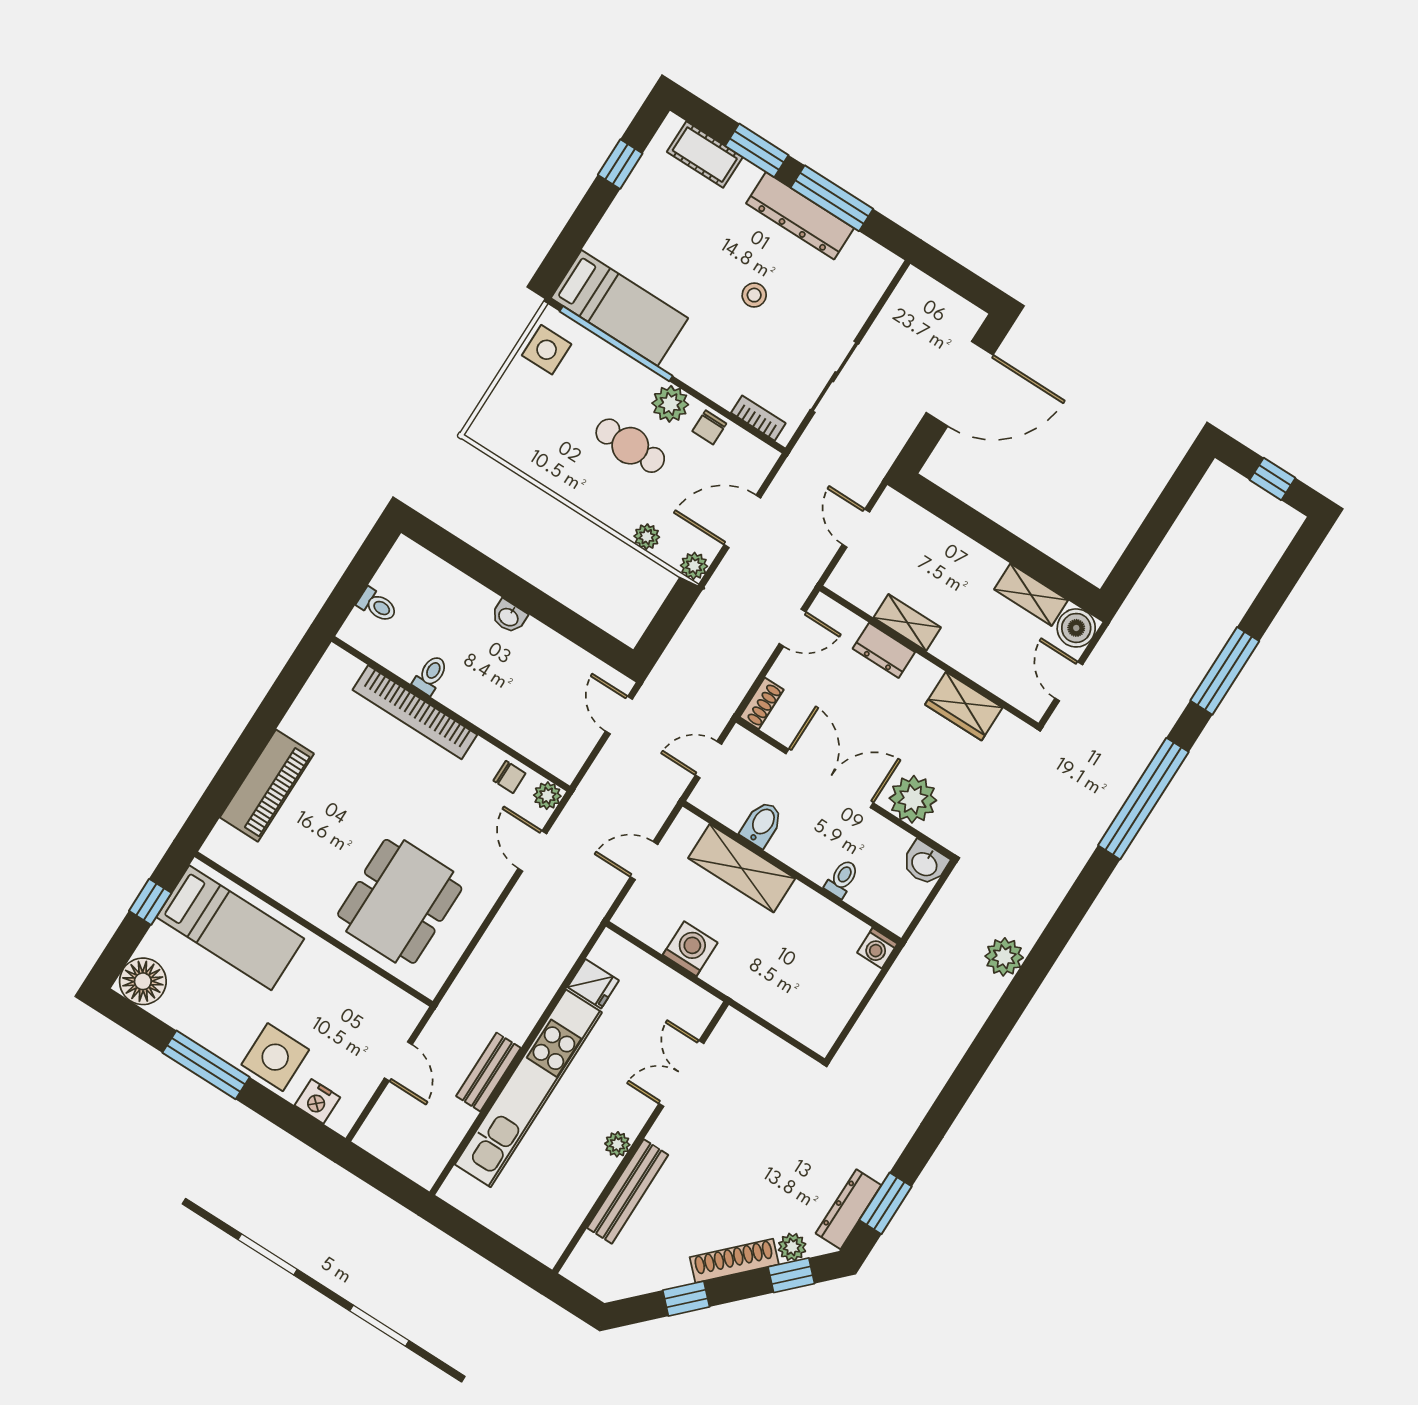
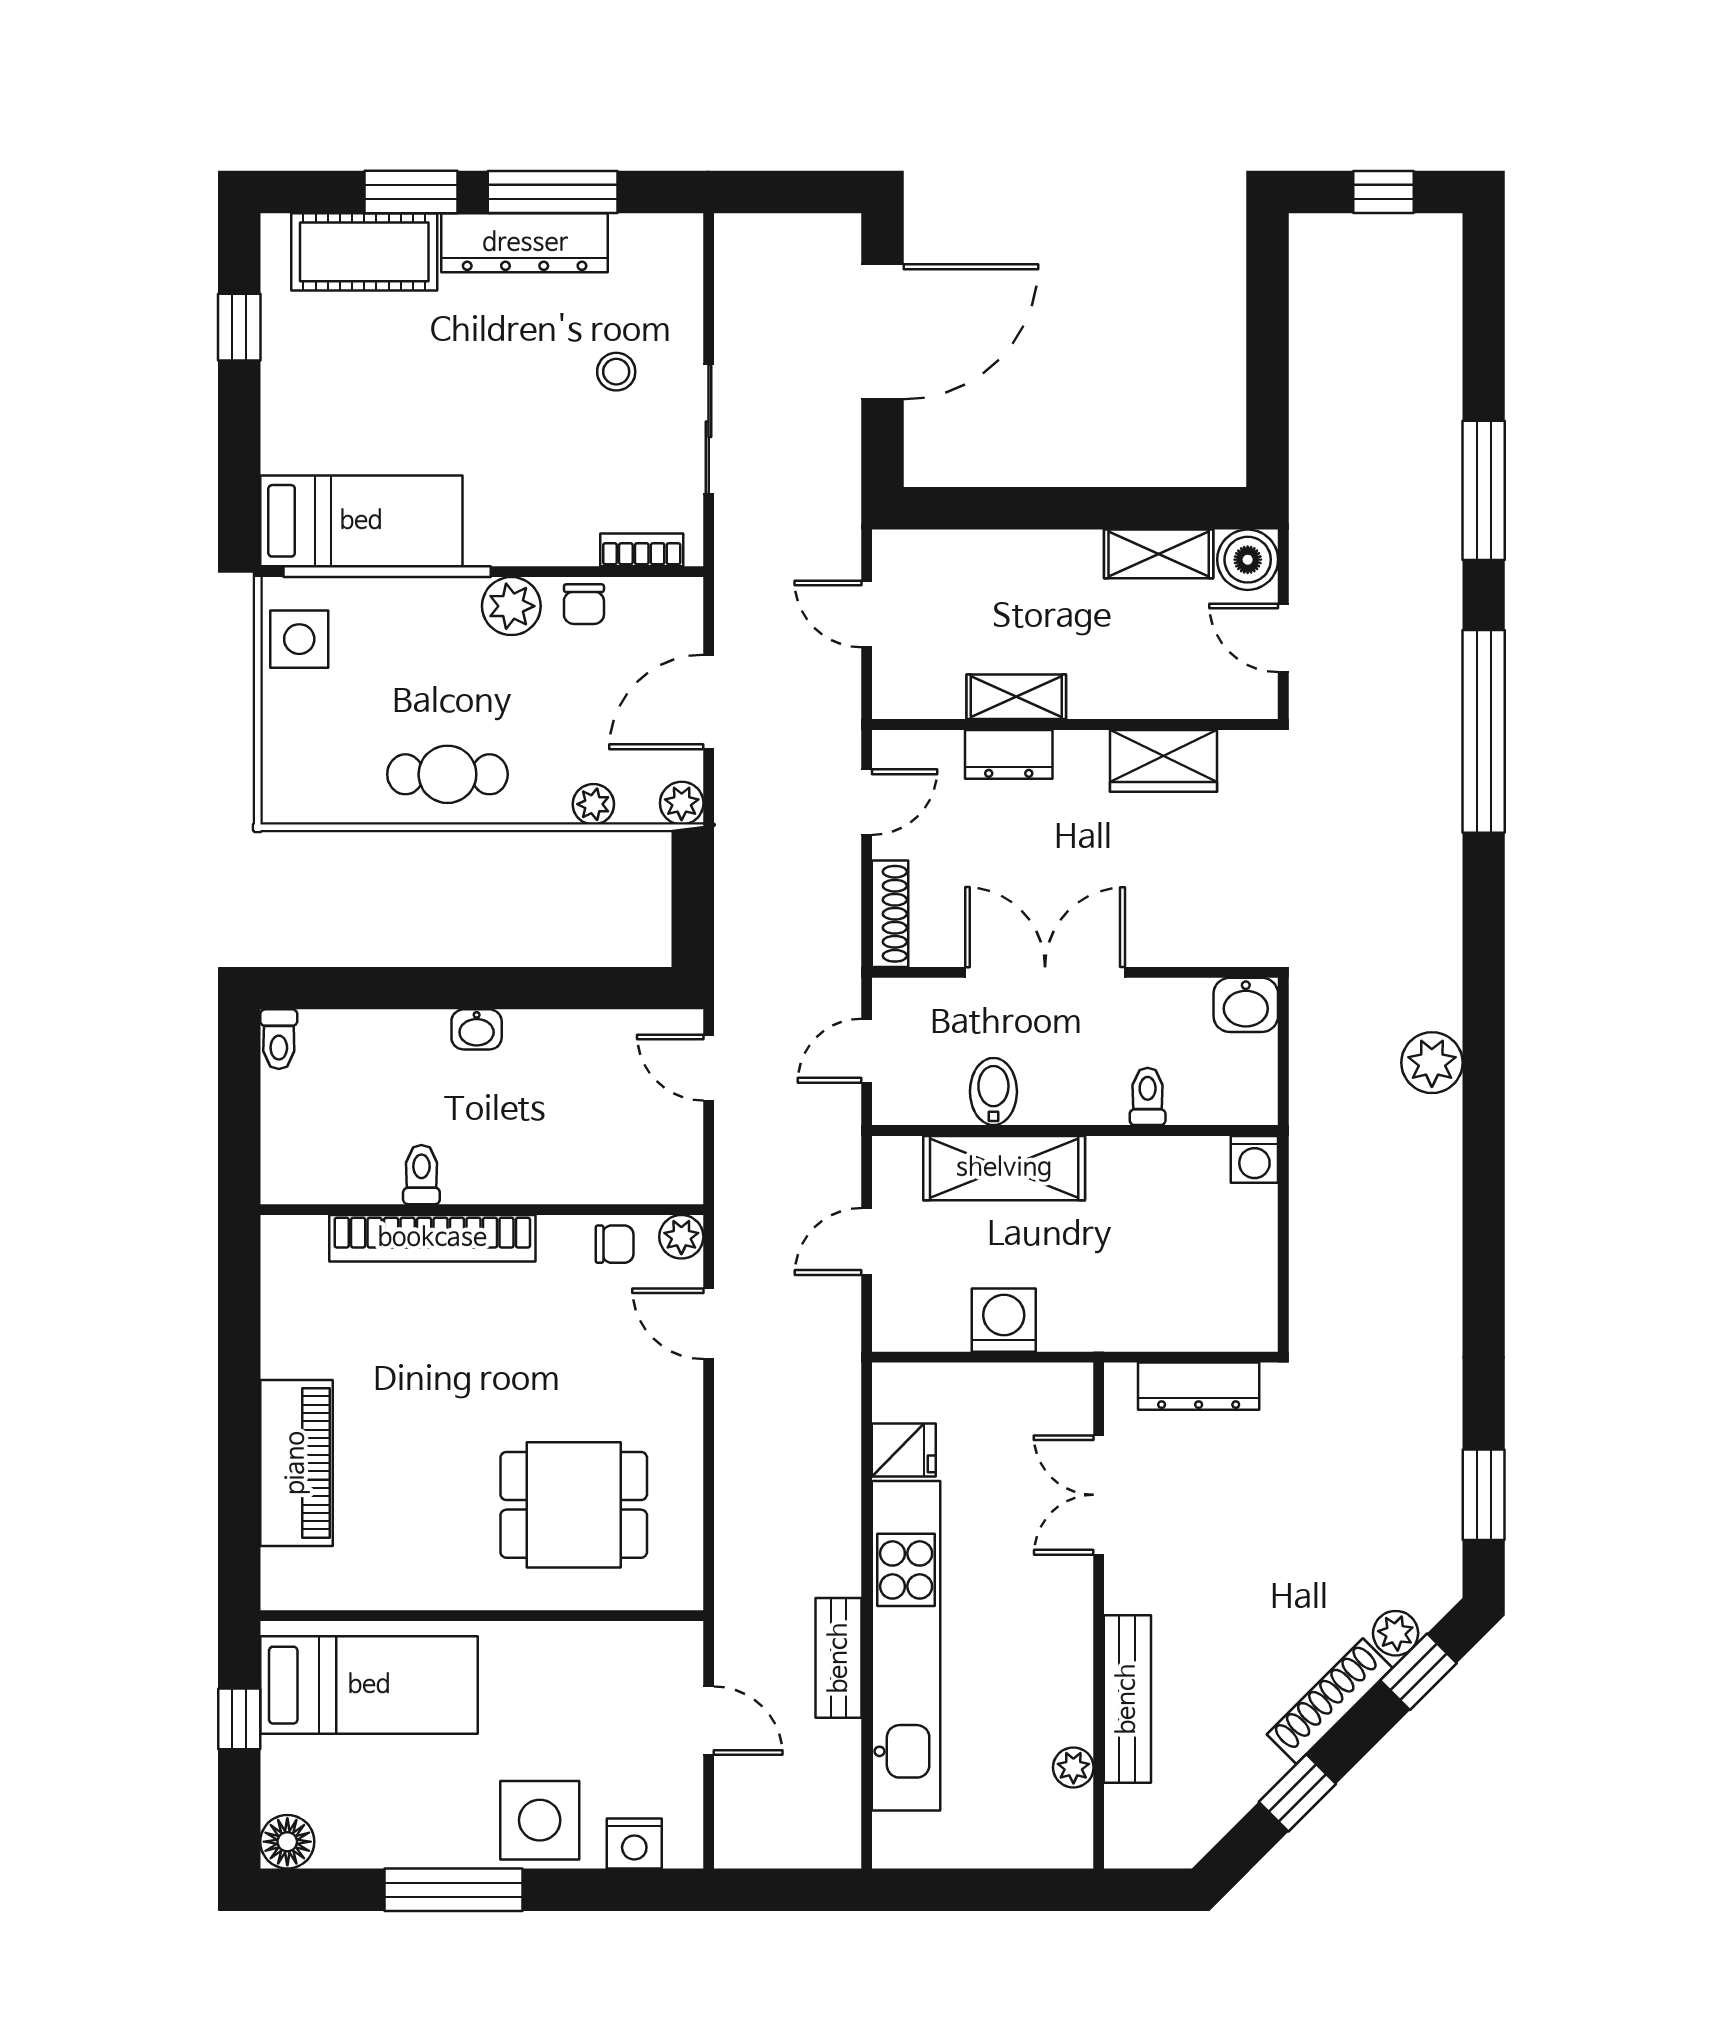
cot: (705, 155) -> (364, 252), width x1.37, depth x1.34
stool: (754, 295) -> (616, 372), moved
cafe table: (630, 446) -> (447, 774), moved
toilet: (377, 605) -> (279, 1039), moved, turned 90
shoe rack: (762, 703) -> (890, 914), width x1.43
plant: (913, 799) -> (1175, 929), removed
dining table: (400, 901) -> (574, 1505), width x0.73
floor lamp: (143, 981) -> (287, 1842), width x0.73, depth x0.73
plant: (617, 1144) -> (1073, 1767), moved
dresser: (848, 1209) -> (1199, 1386), moved, turned -90

